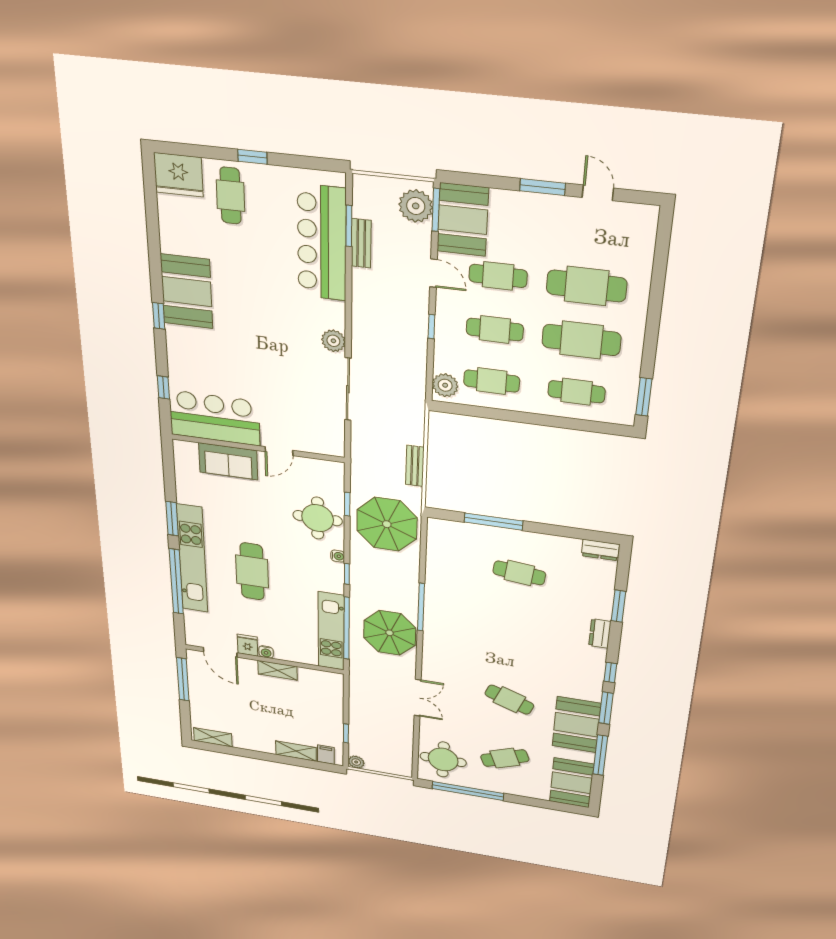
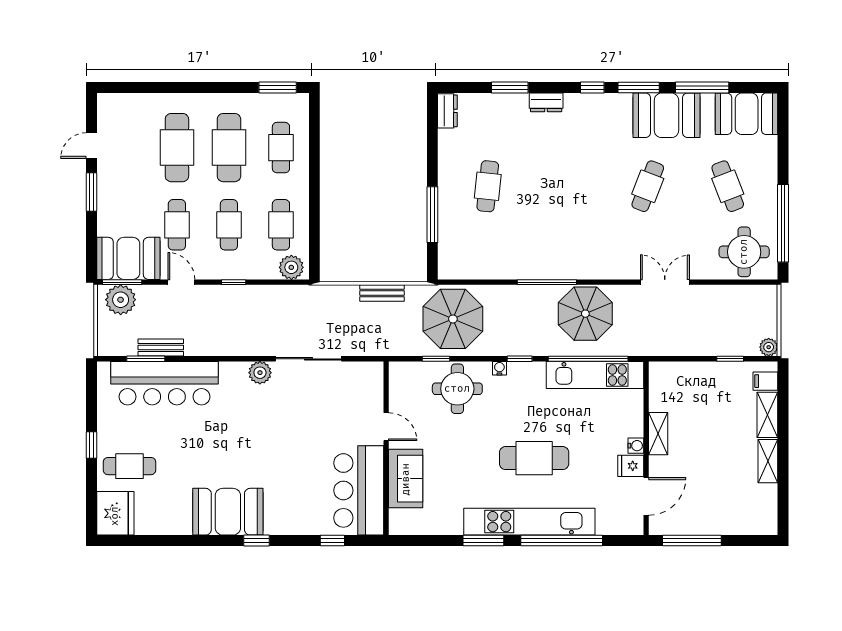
door: (433, 273) -> (181, 282), hinge flipped
shelving: (213, 737) -> (768, 461), moved

